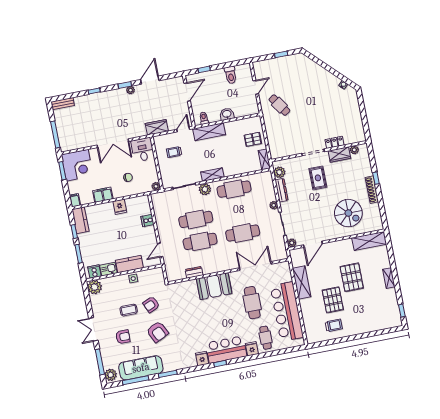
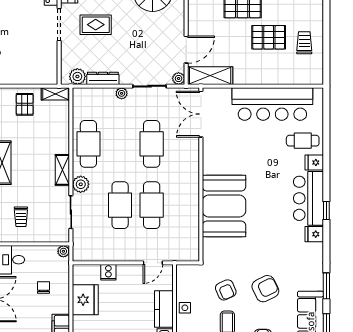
fridge: (120, 207) -> (85, 300), width x1.88, depth x1.34
door: (313, 244) -> (186, 50), hinge flipped
door: (160, 250) -> (153, 263), hinge flipped
double door: (255, 266) -> (201, 114), moved
dresser: (194, 272) -> (193, 222), removed
shelving: (302, 282) -> (210, 76), moved
booth: (214, 286) -> (224, 206), width x1.36, depth x1.42
cafe table: (252, 303) -> (251, 150), removed

